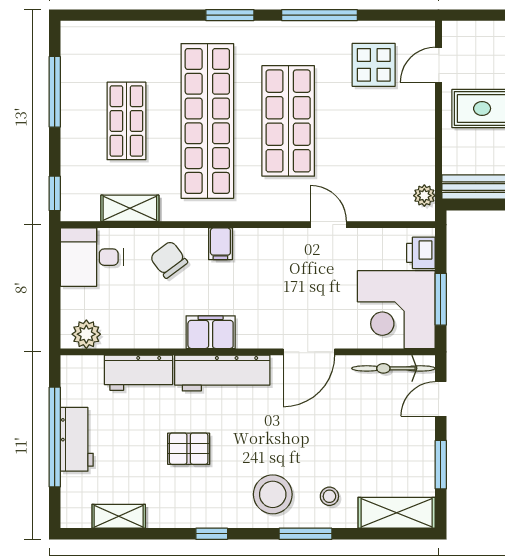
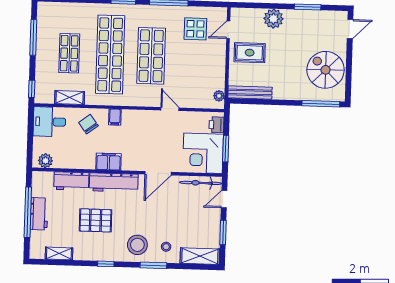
pallet: (189, 449) -> (96, 220), width x1.50, depth x1.42

